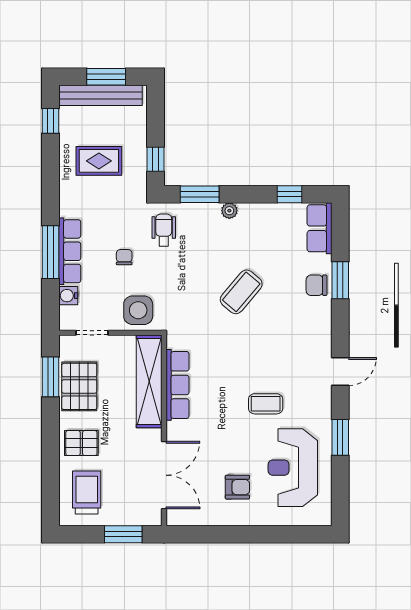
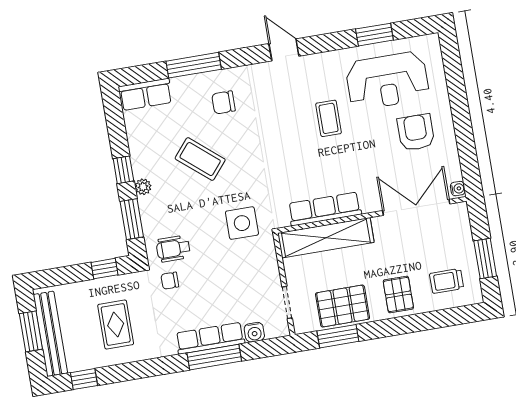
window: (290, 194) -> (123, 170), moved
chair: (124, 257) -> (170, 281), moved
window: (340, 280) -> (194, 65), width x1.44
chair: (317, 285) -> (223, 102), moved, turned 90
coffee table: (241, 292) -> (200, 159), moved
side table: (138, 310) -> (242, 223), moved
window: (340, 437) -> (374, 35), moved
armchair: (237, 487) -> (416, 132), width x1.38, depth x1.38
trolley: (87, 493) -> (447, 281), width x0.73, depth x0.72
water cooler: (175, 519) -> (458, 189), added
window: (123, 534) -> (485, 258), moved

